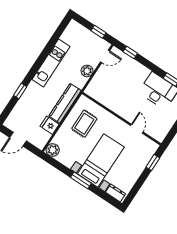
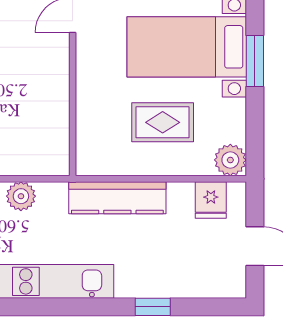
rug: (84, 124) -> (163, 122), moved
fridge: (50, 125) -> (211, 200), moved

